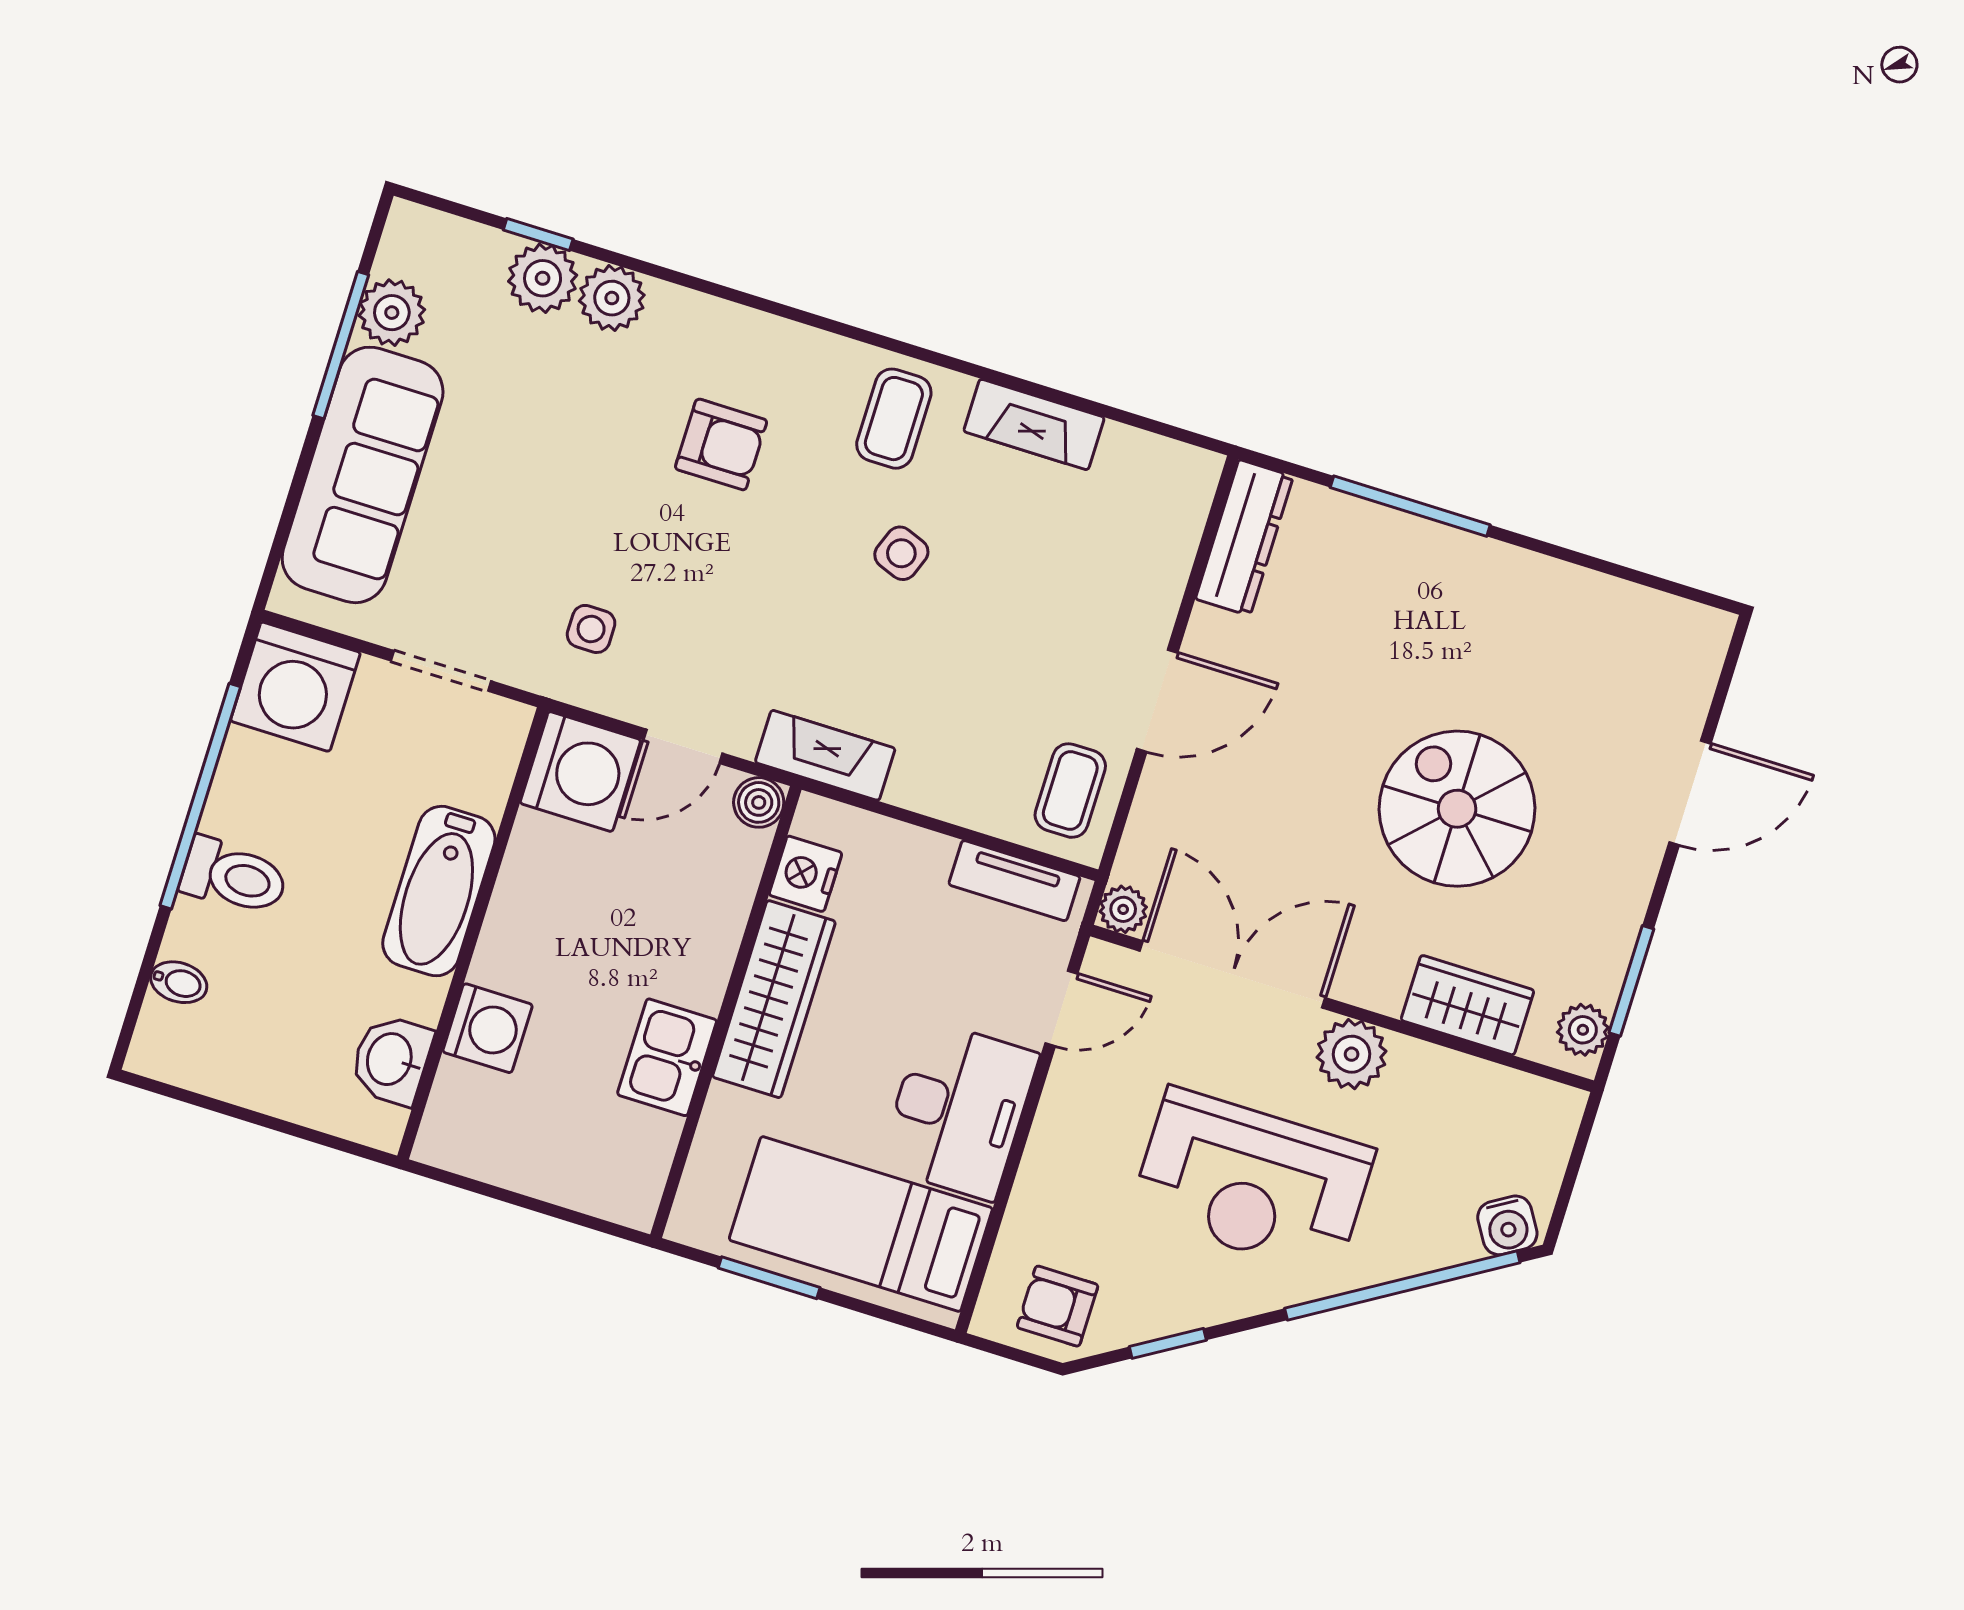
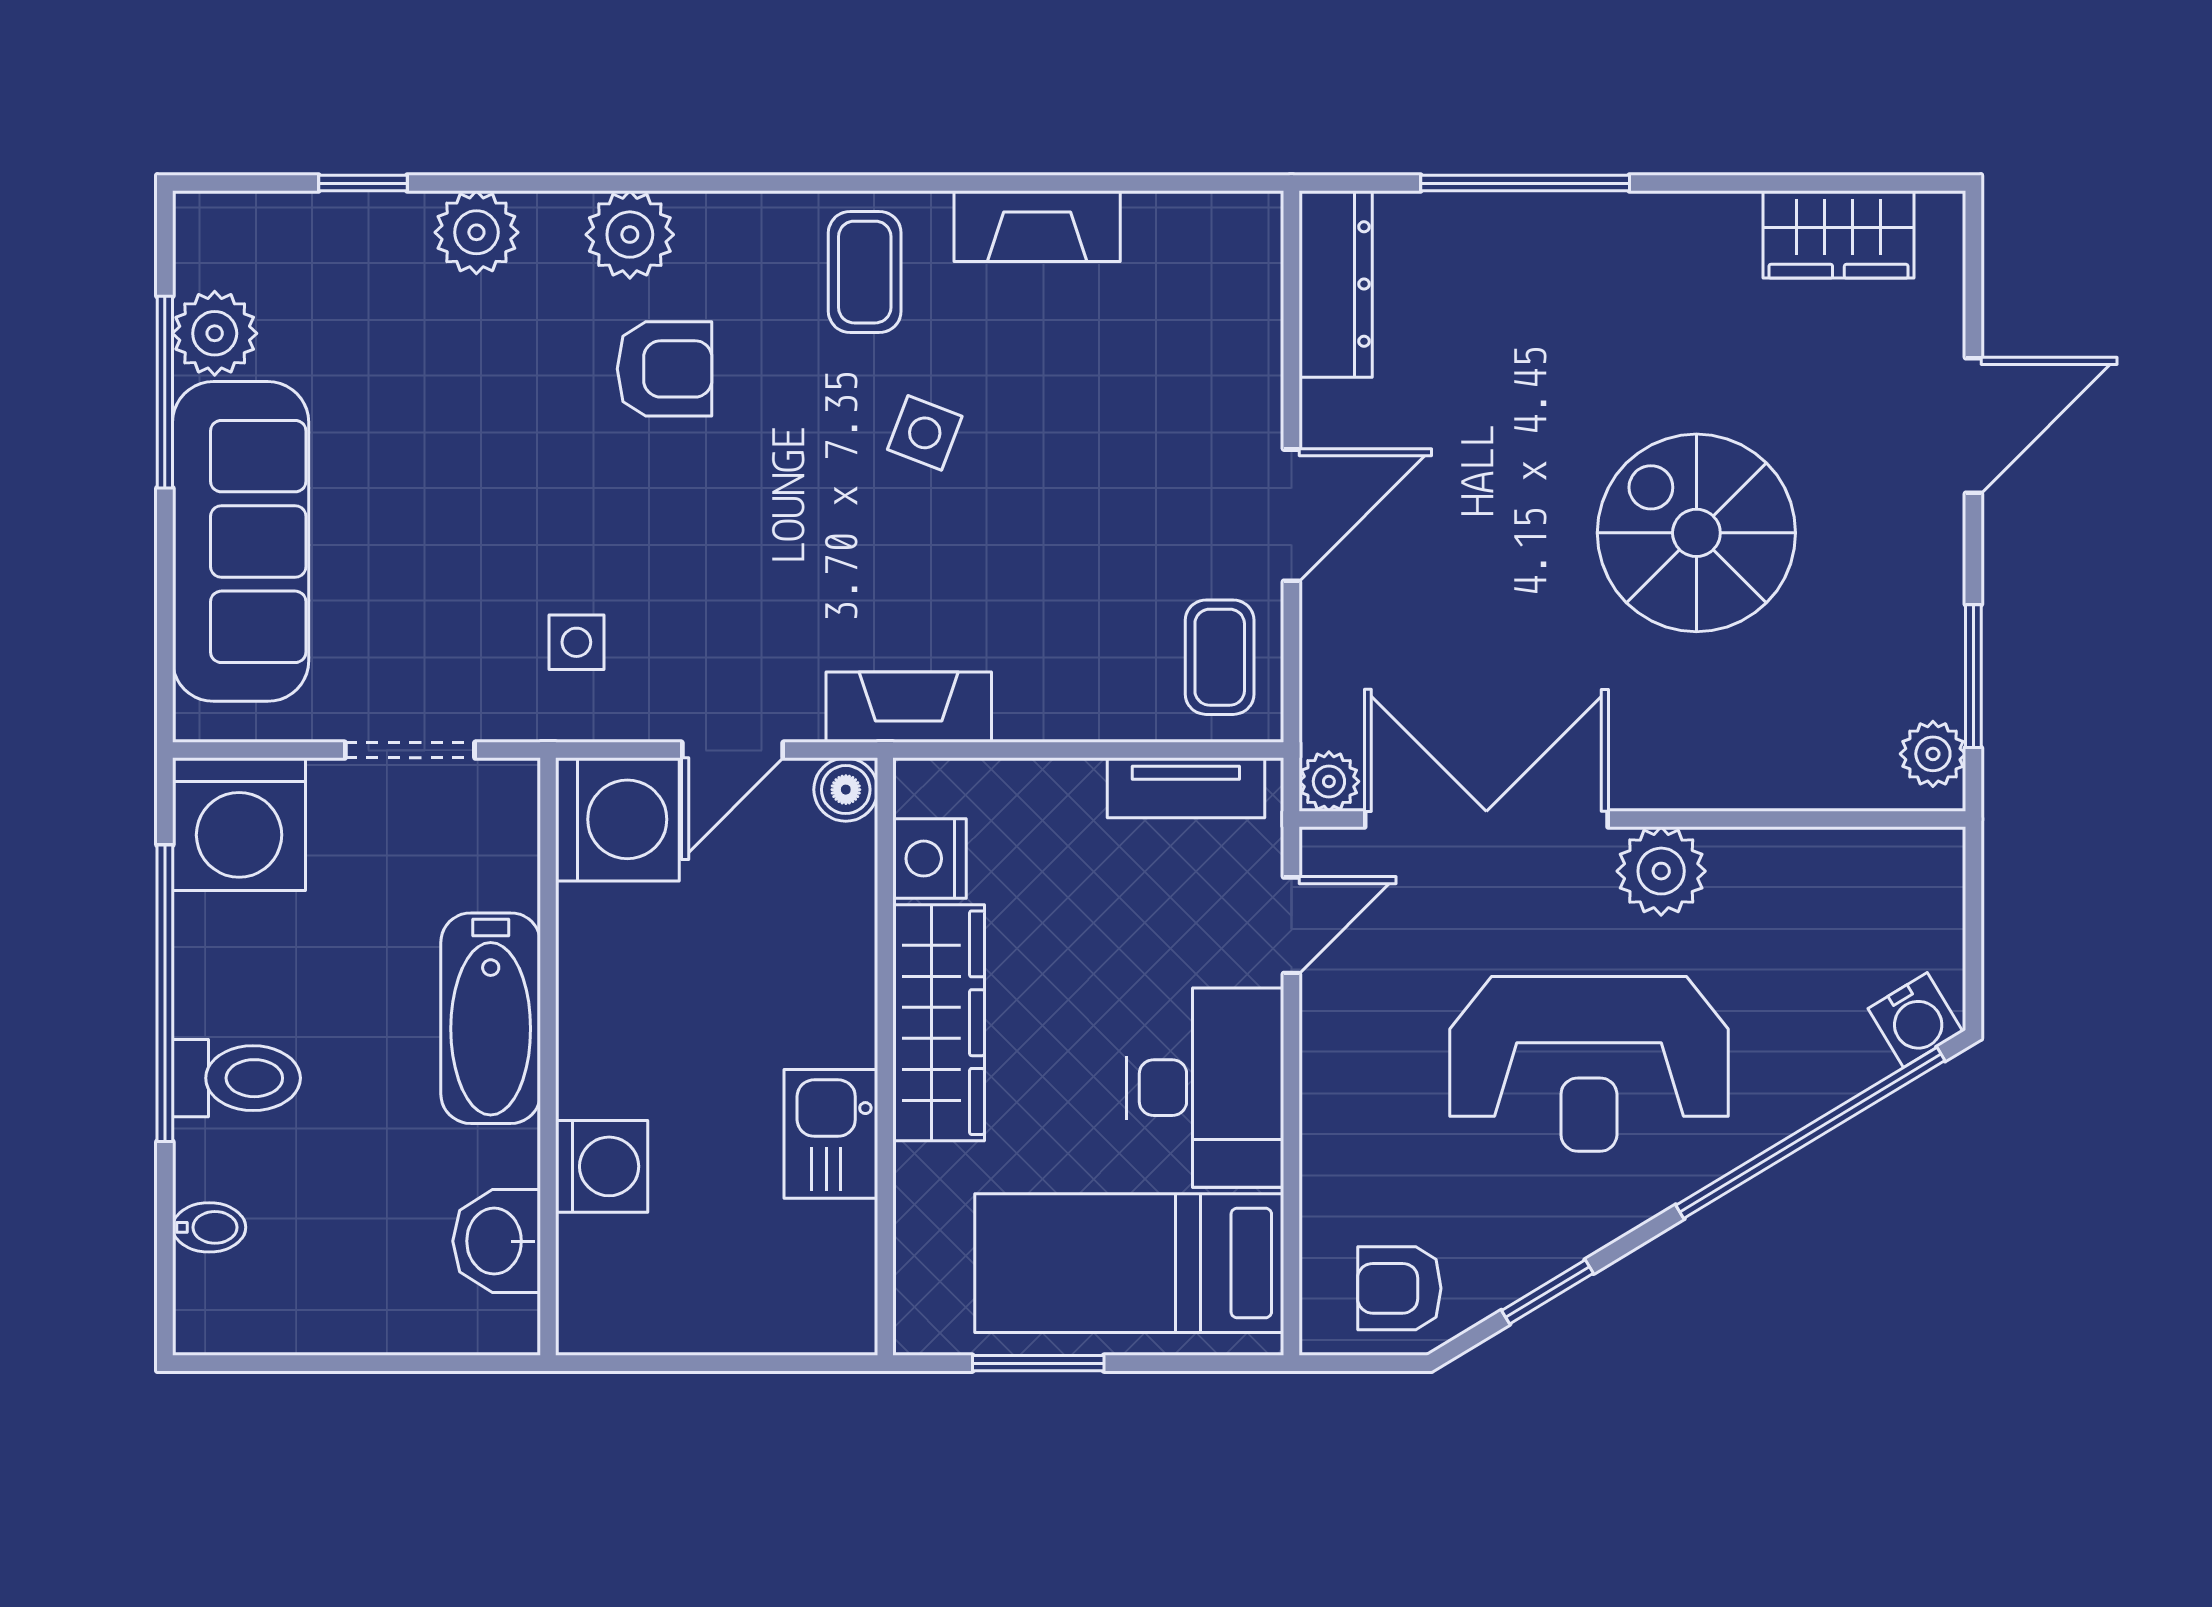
plant: (543, 278) -> (630, 235), moved
wardrobe: (1467, 1005) -> (1838, 234), moved, turned 180

